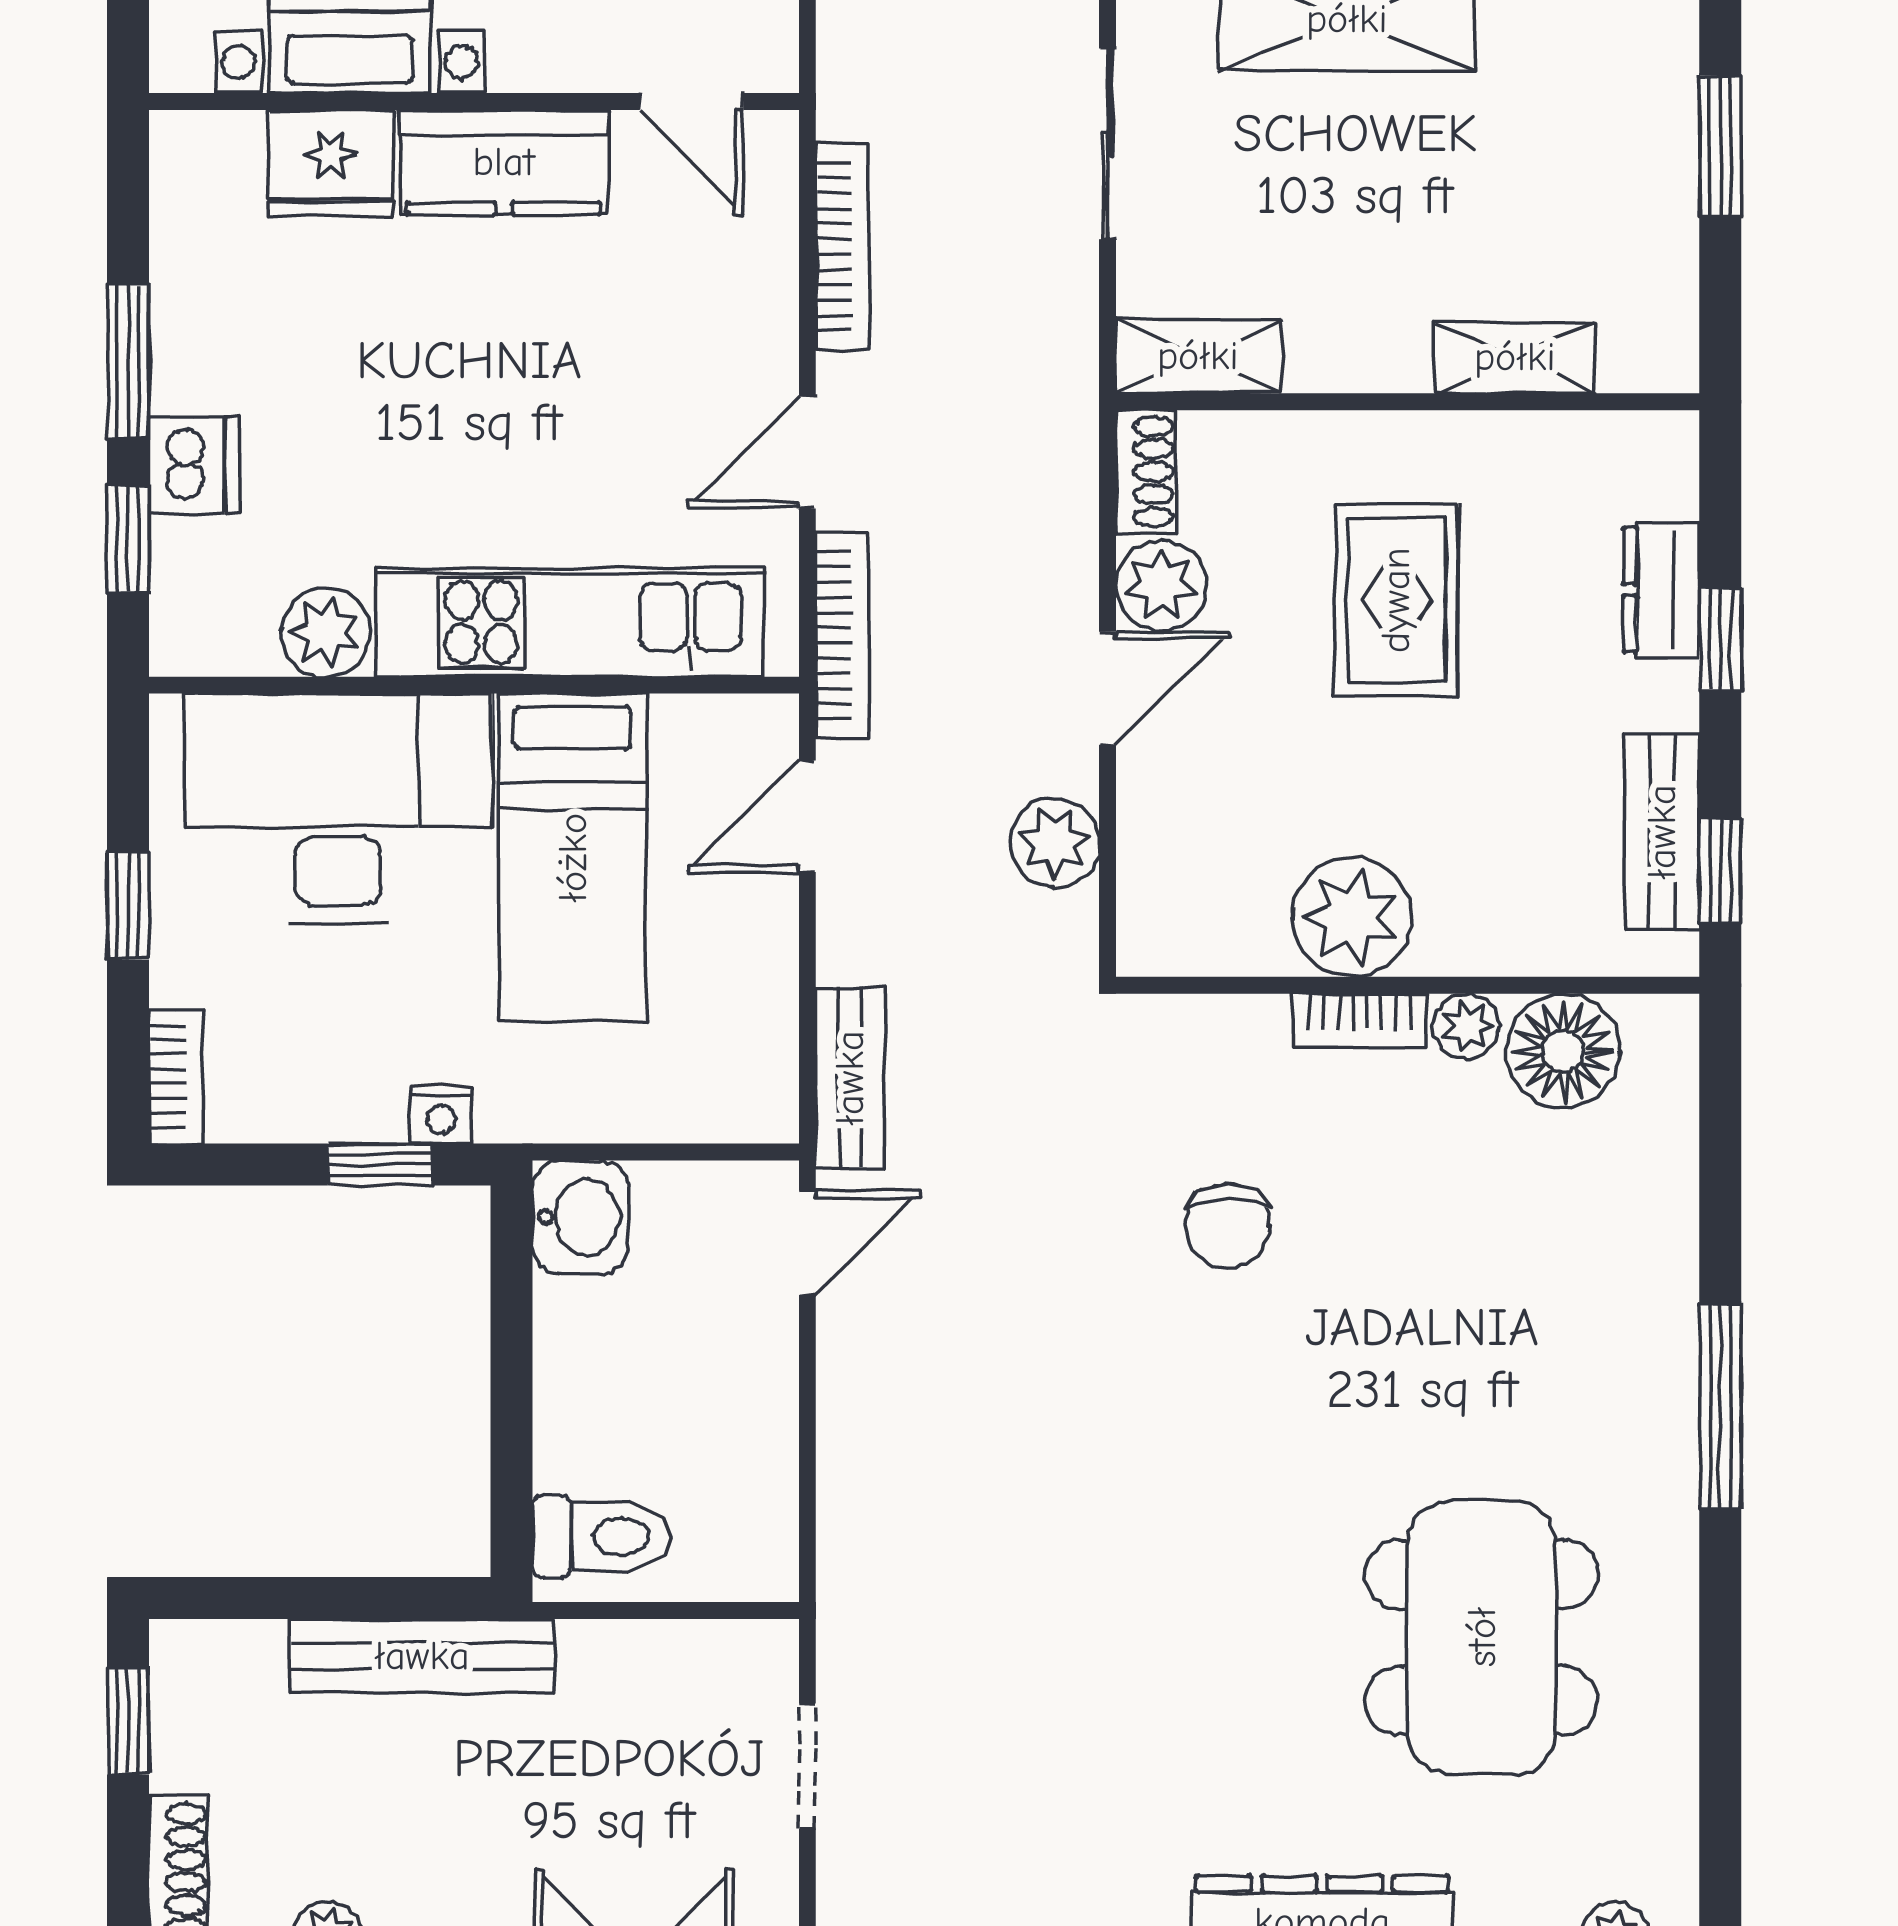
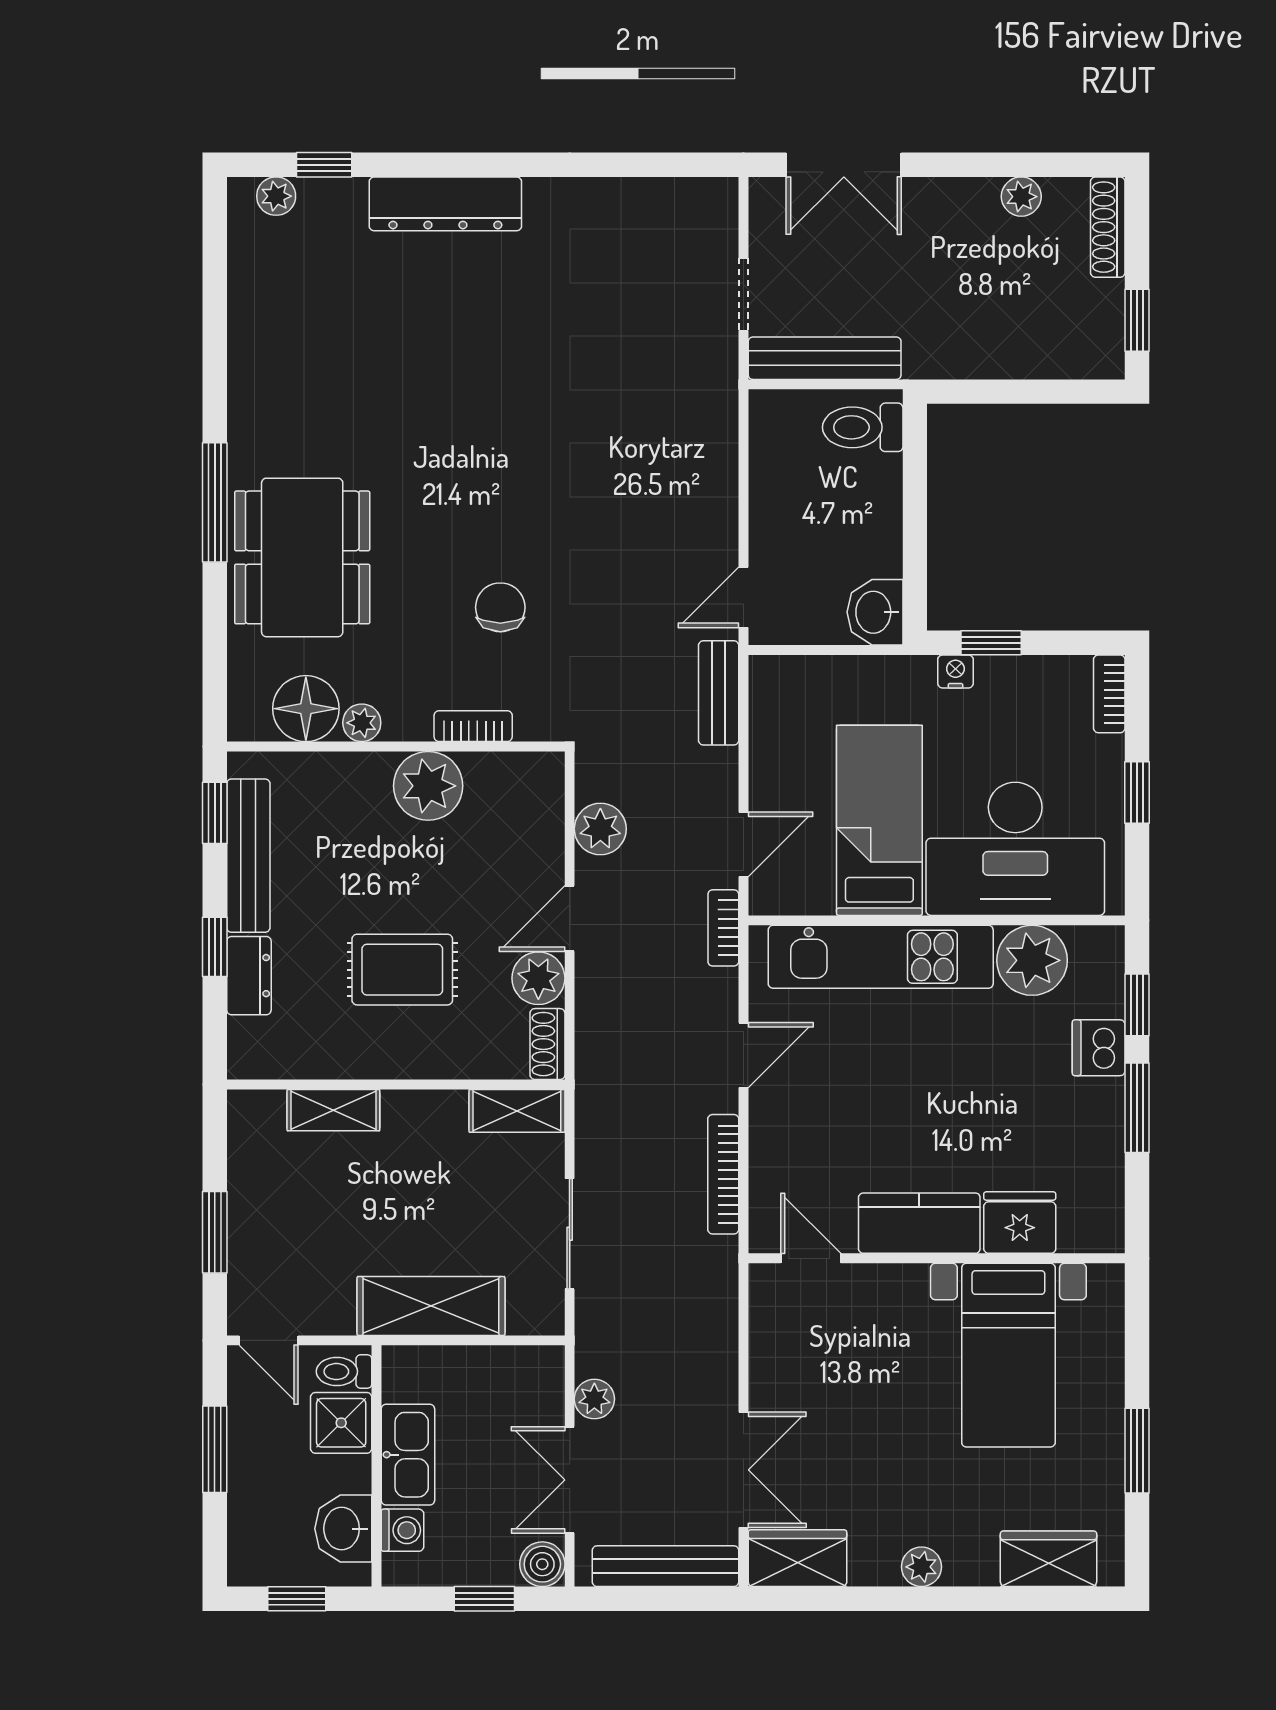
rug: (1396, 600) -> (402, 970), turned 90
plant: (325, 632) -> (1032, 960), width x1.36, depth x1.36
bookcase: (842, 635) -> (723, 928), width x0.64
bench: (1662, 832) -> (248, 856), width x1.36
bookcase: (1360, 1020) -> (473, 726), moved
dining table: (1482, 1637) -> (302, 557), moved
bench: (422, 1656) -> (825, 358), moved

